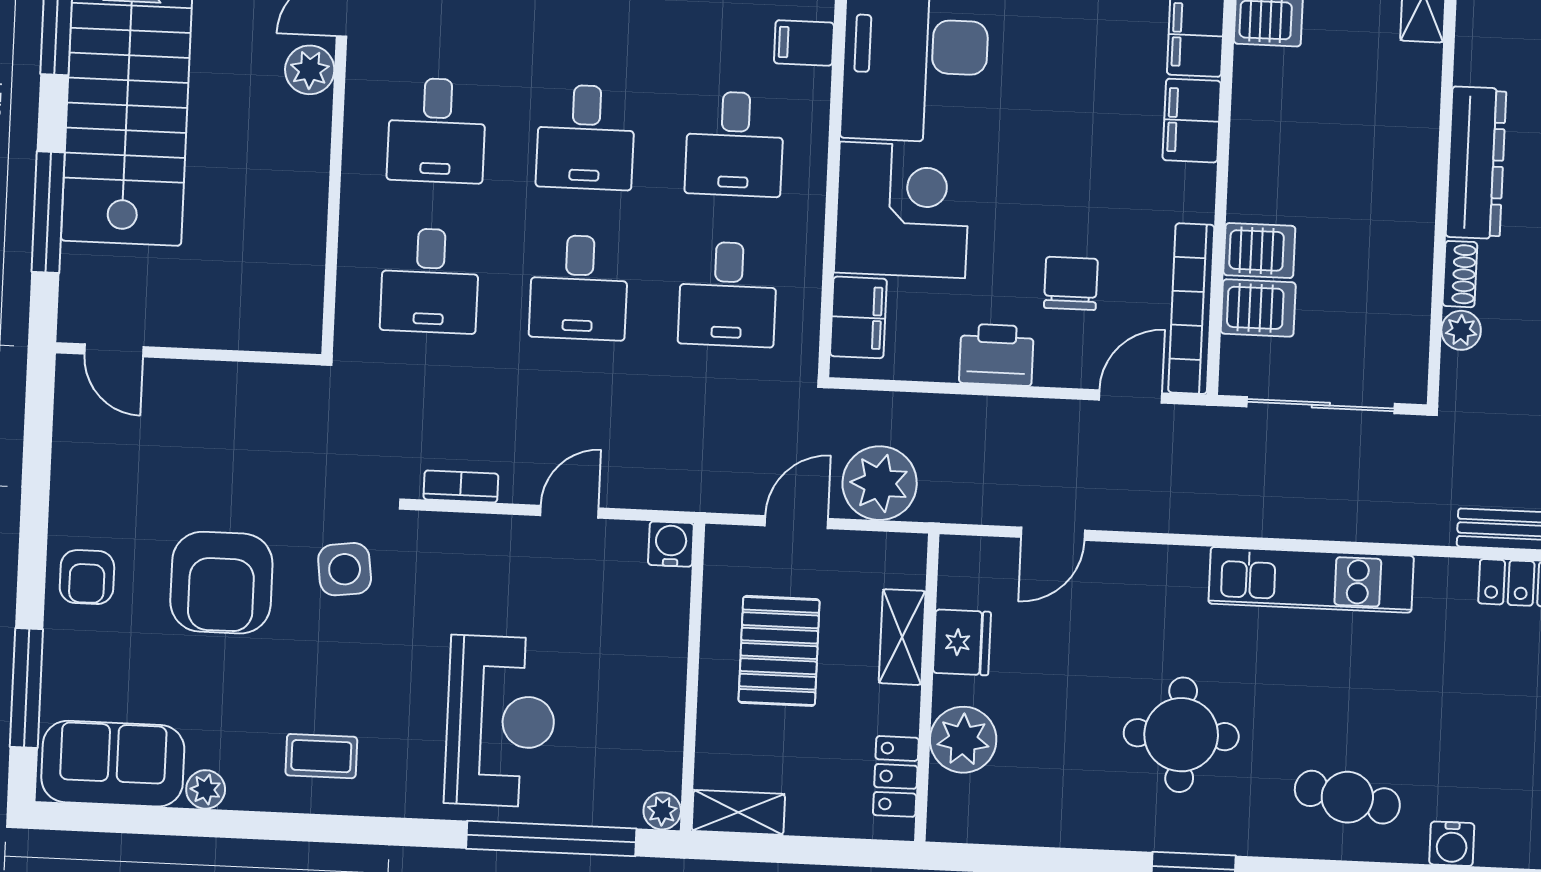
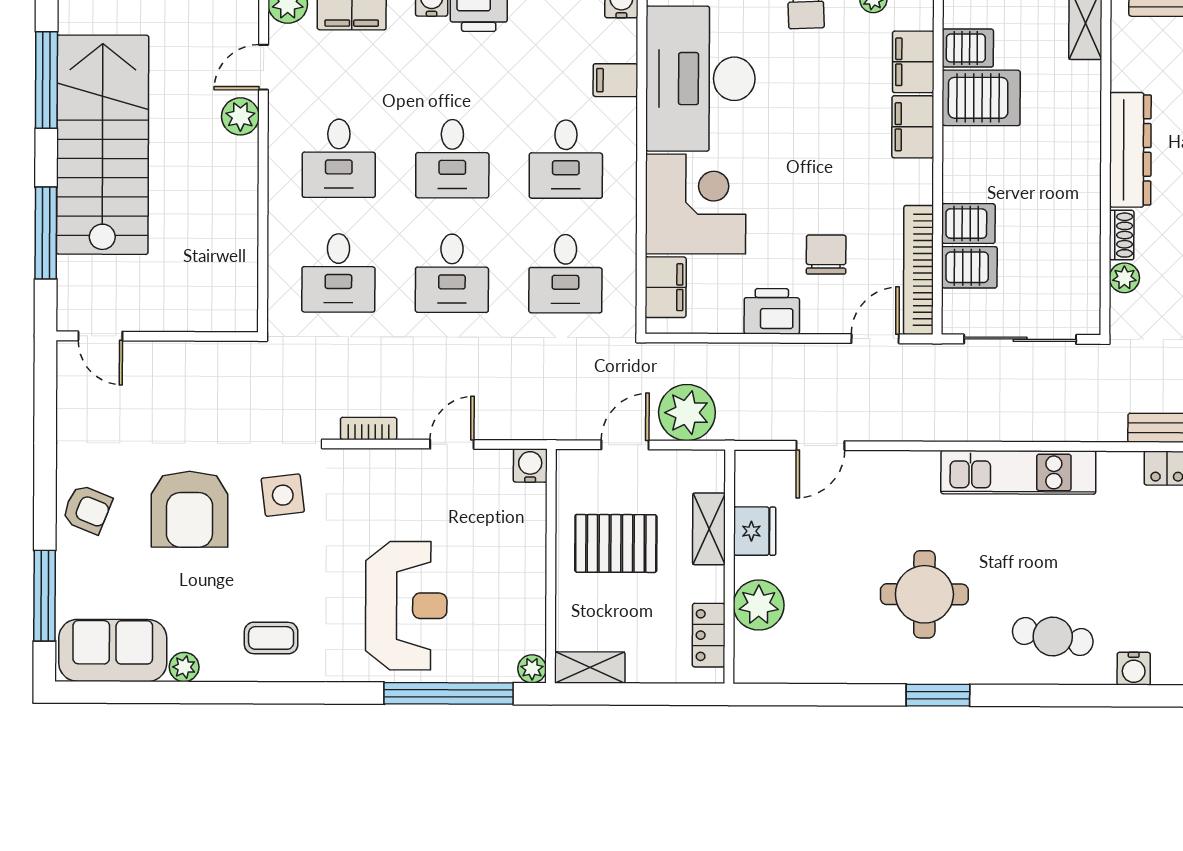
server rack: (1283, 86) -> (981, 98), added
armchair: (87, 577) -> (87, 509), turned -68
pallet: (779, 651) -> (616, 543), turned 90

